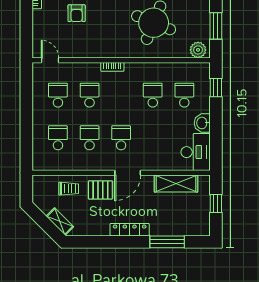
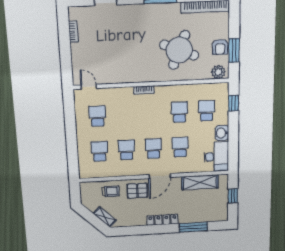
armchair: (77, 13) -> (220, 47), moved
school desk: (90, 95) -> (180, 147), moved

